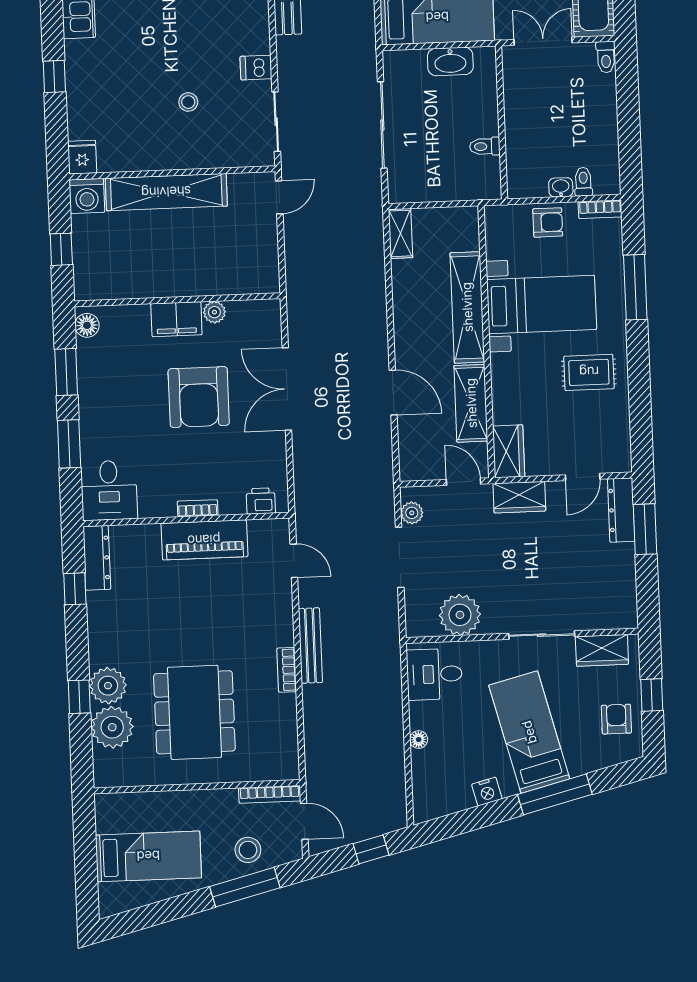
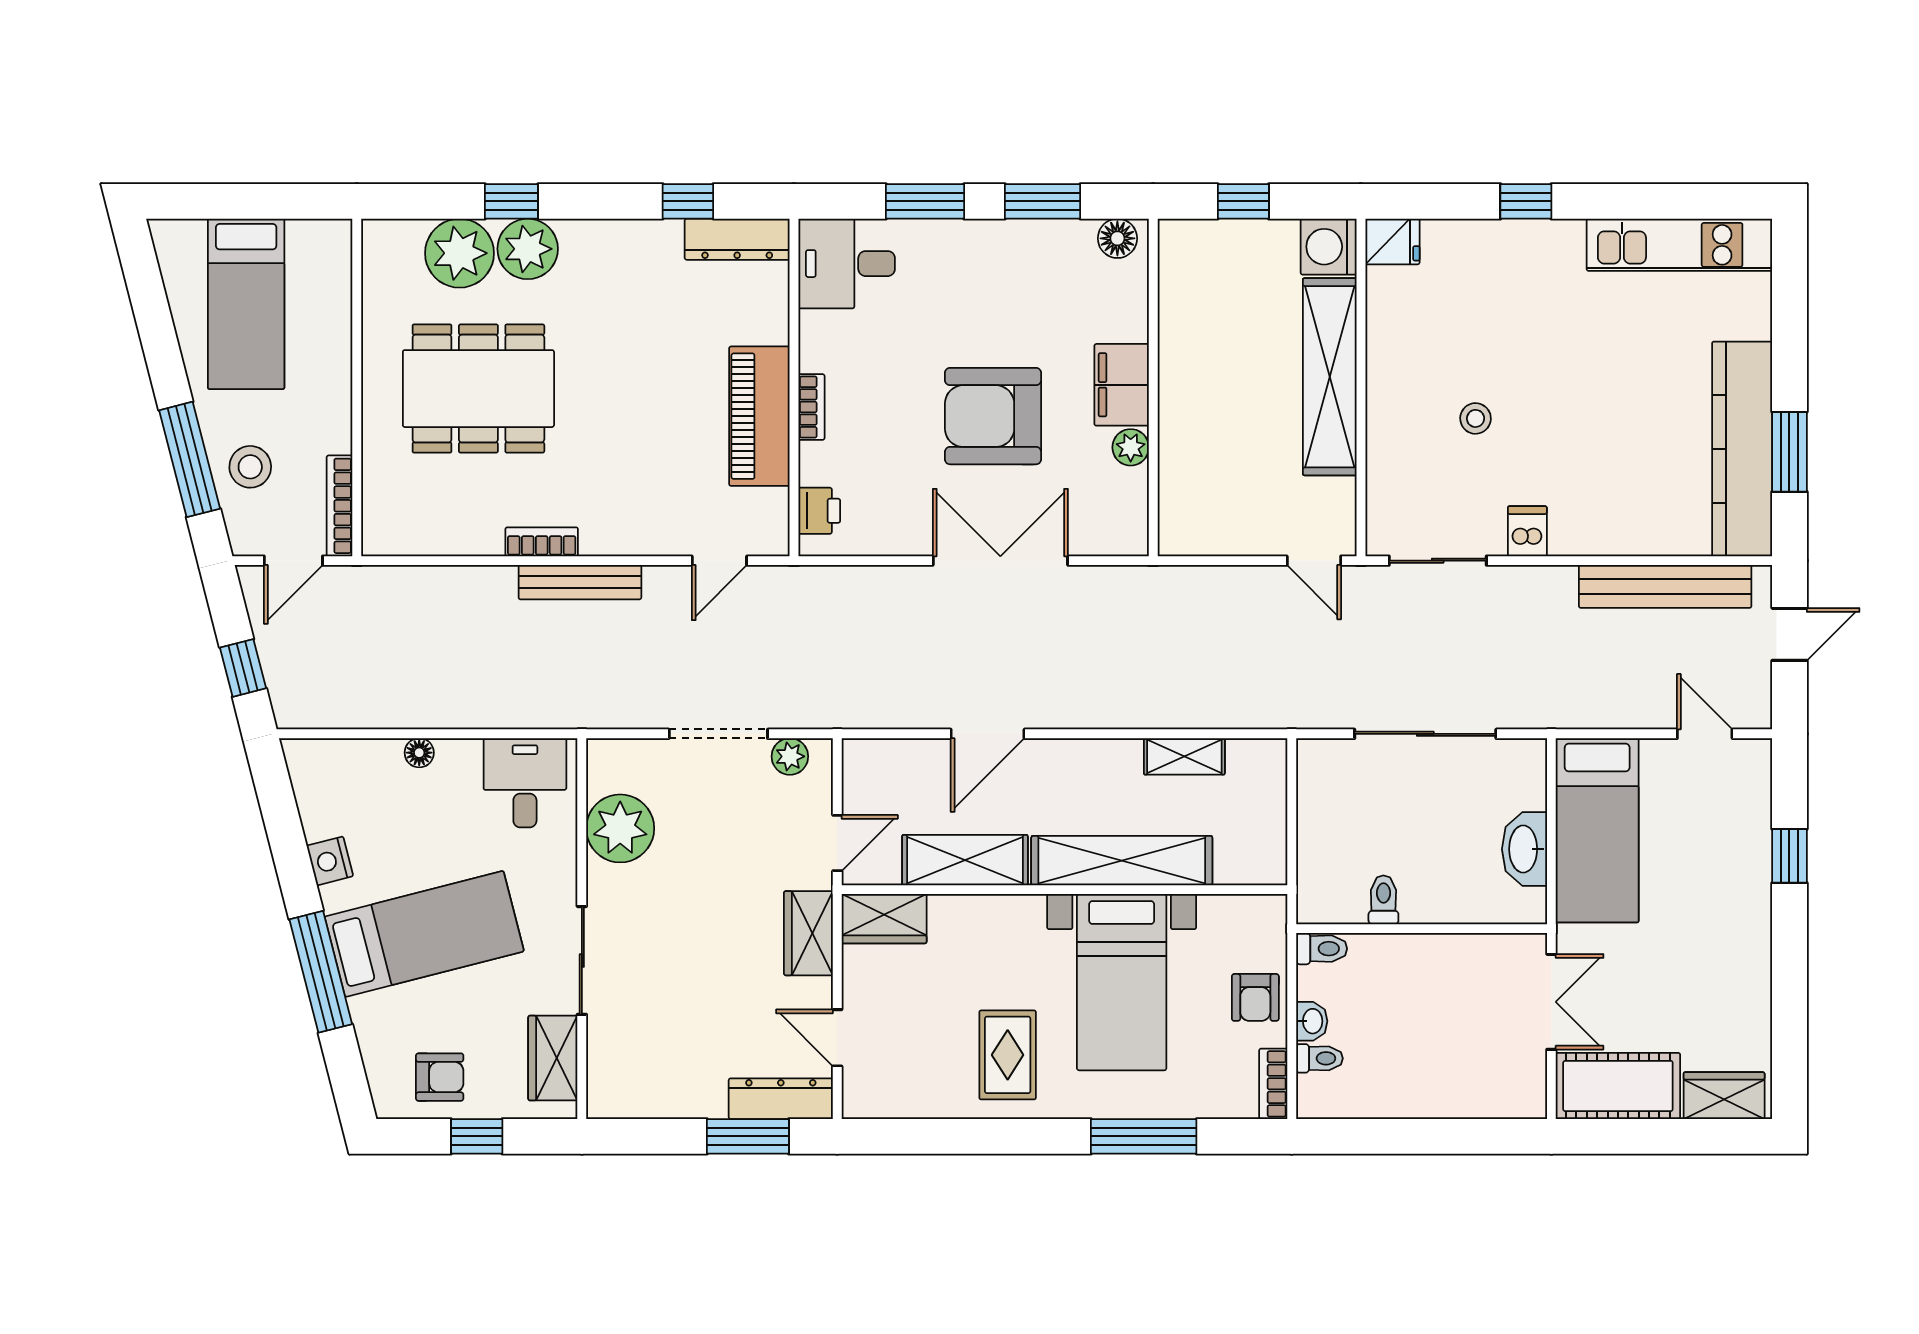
toilet: (606, 57) -> (1322, 949), moved, turned 180
shelving: (400, 233) -> (1184, 756), moved

